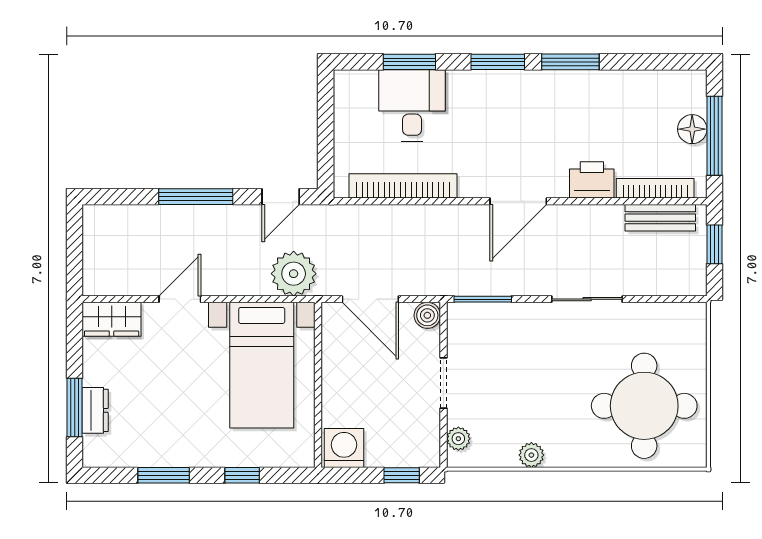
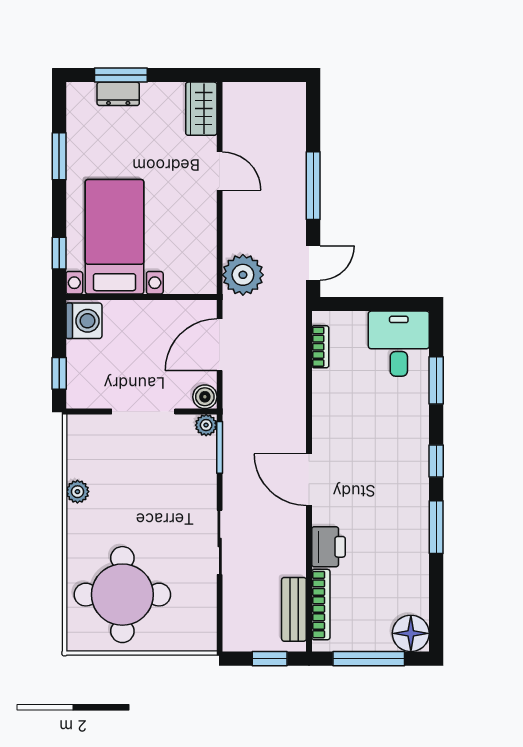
window: (498, 62) -> (436, 461), width x0.67
desk: (412, 105) -> (399, 344), moved, turned -90
floor lamp: (692, 129) -> (411, 633), moved, width x1.38, depth x1.38
bookcase: (403, 186) -> (320, 347), width x0.43, depth x0.76
door: (281, 197) -> (313, 263), swing flipped
bed with nightstands: (262, 365) -> (115, 237), moved, turned 90
doorway: (443, 383) -> (143, 412), width x1.38
plant: (458, 439) -> (206, 425), moved
window: (242, 475) -> (59, 253), moved

